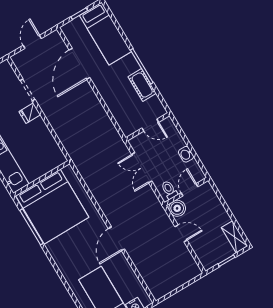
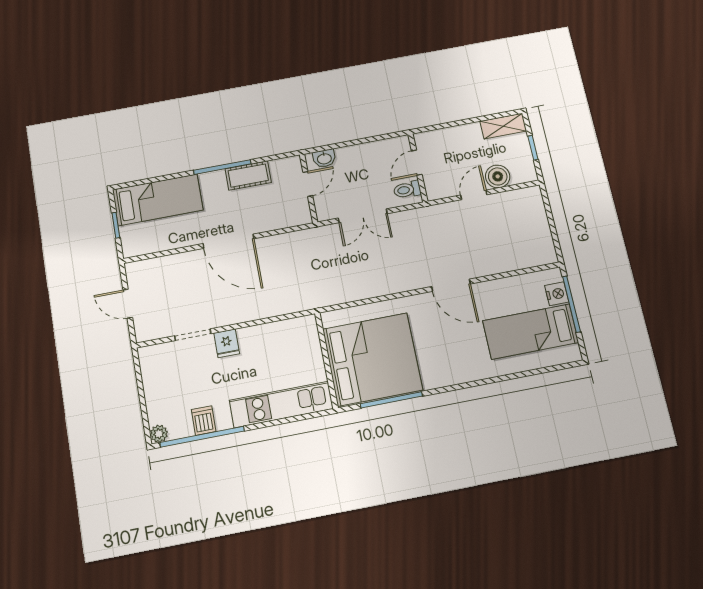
door: (79, 64) -> (228, 241), moved
washbasin: (186, 154) -> (324, 158), moved
door: (190, 190) -> (417, 163), hinge flipped
boiler: (177, 208) -> (498, 176), moved

